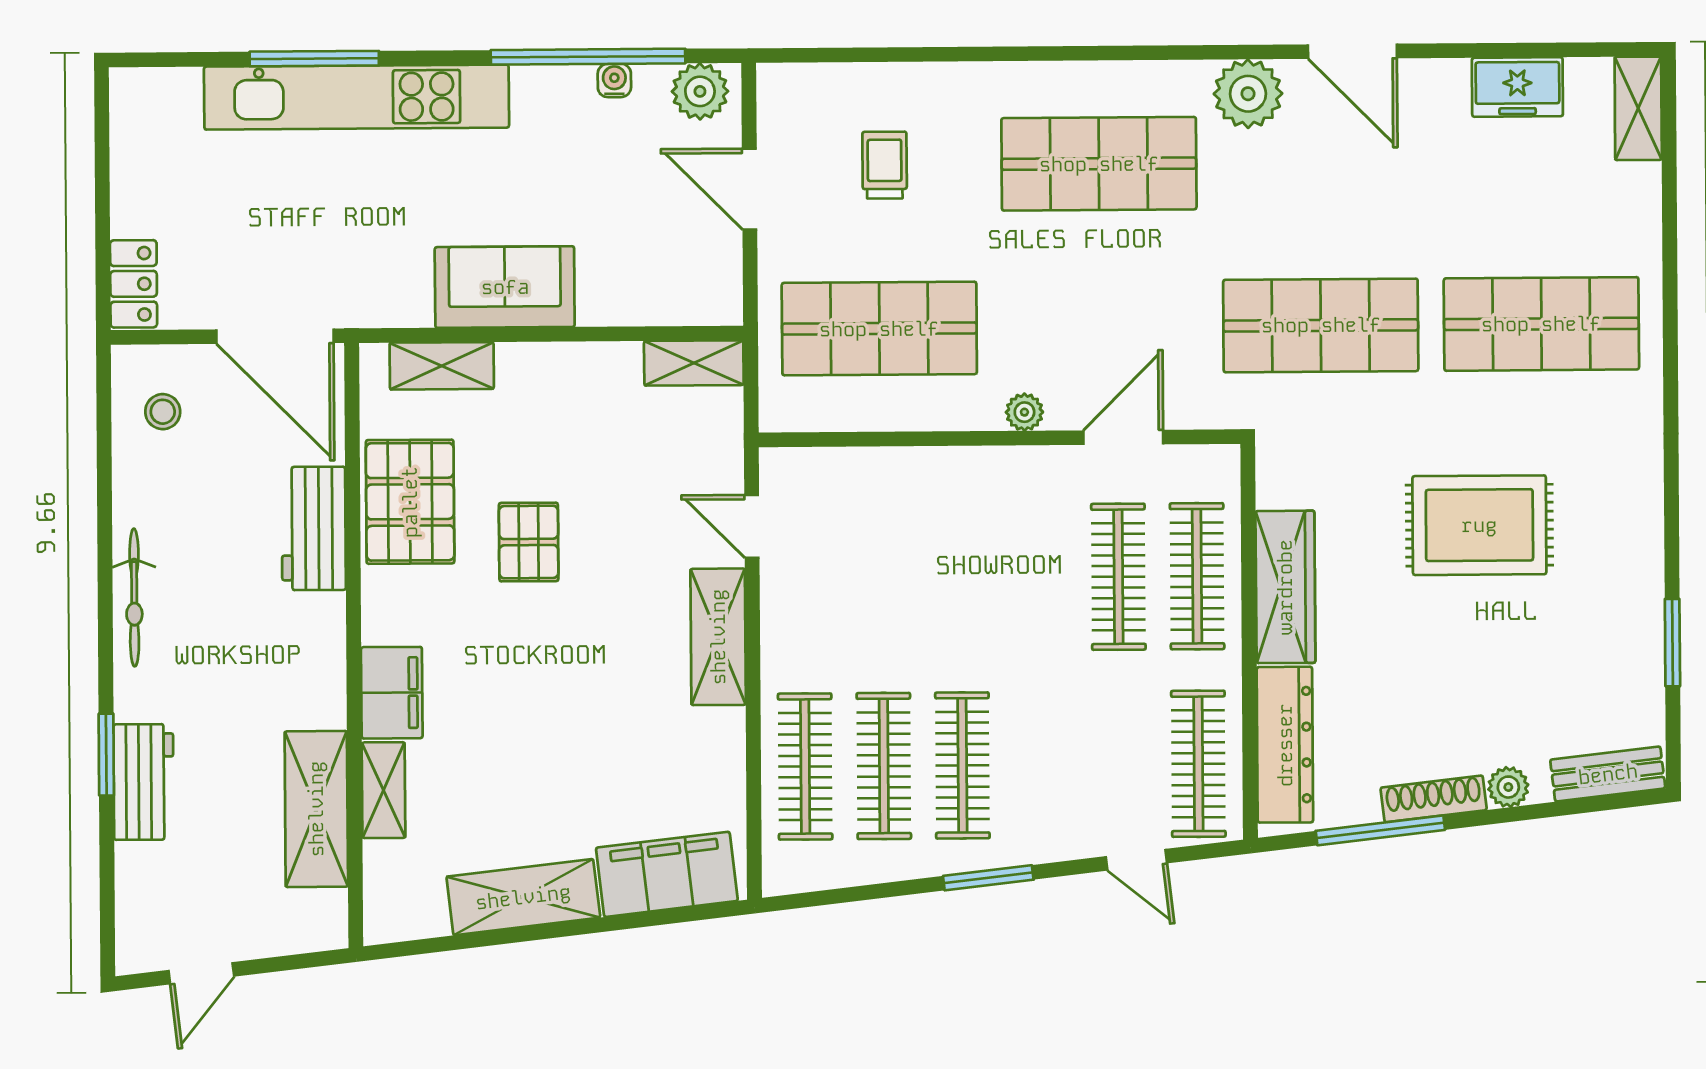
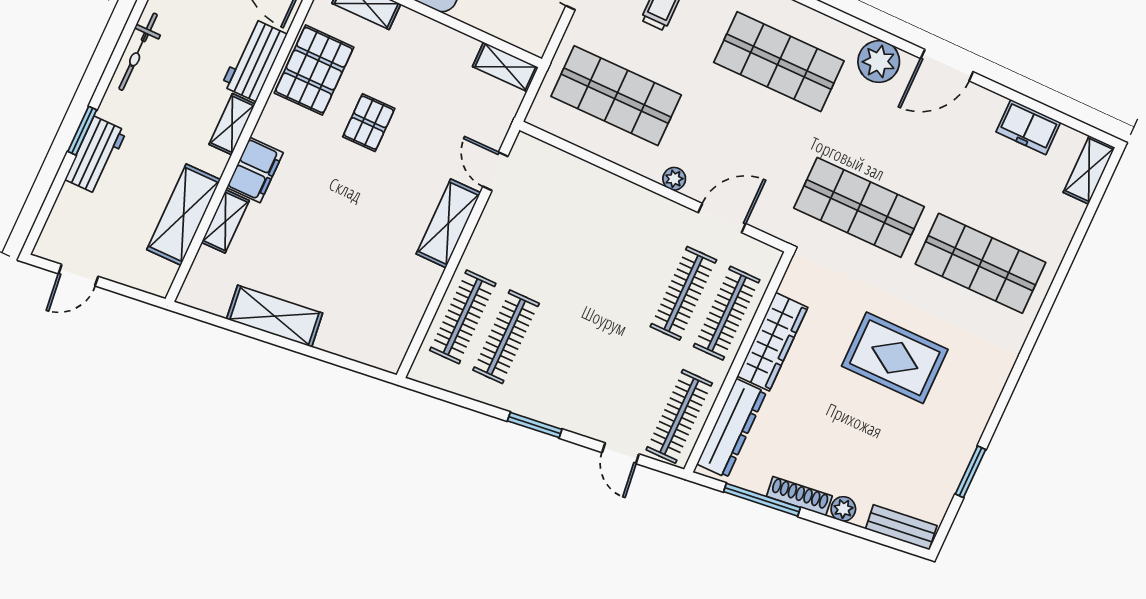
door: (1352, 51) -> (947, 65), hinge flipped
shelving: (326, 640) -> (232, 124), added
clothes rail: (962, 765) -> (549, 357), removed
filing cabinet: (667, 874) -> (359, 340), removed

